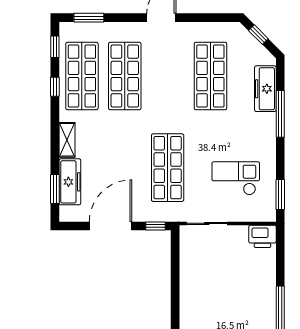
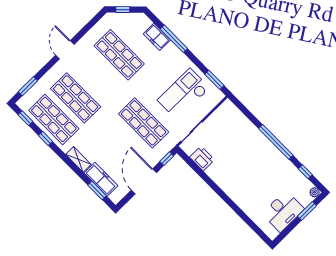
freezer: (265, 89) -> (157, 37), width x0.71
checkout: (236, 178) -> (184, 94), width x1.36, depth x1.21
printer: (262, 236) -> (202, 158), moved, turned -90

